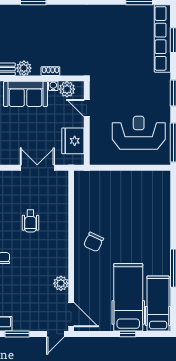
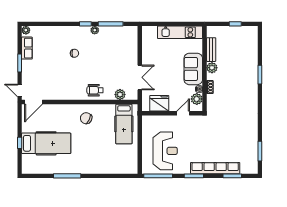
row of seats: (162, 38) -> (215, 168), moved
wheelchair: (30, 221) -> (95, 90), moved
plant: (61, 283) -> (120, 95), moved
hospital bed: (158, 304) -> (124, 124), moved, turned 90

